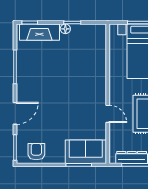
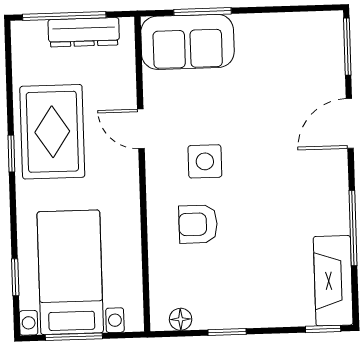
floor lamp: (65, 29) -> (181, 319), moved
fireplace: (39, 32) -> (333, 281), moved, turned -90
side table: (80, 98) -> (205, 161), added
armchair: (36, 152) -> (198, 224), moved, turned 90

